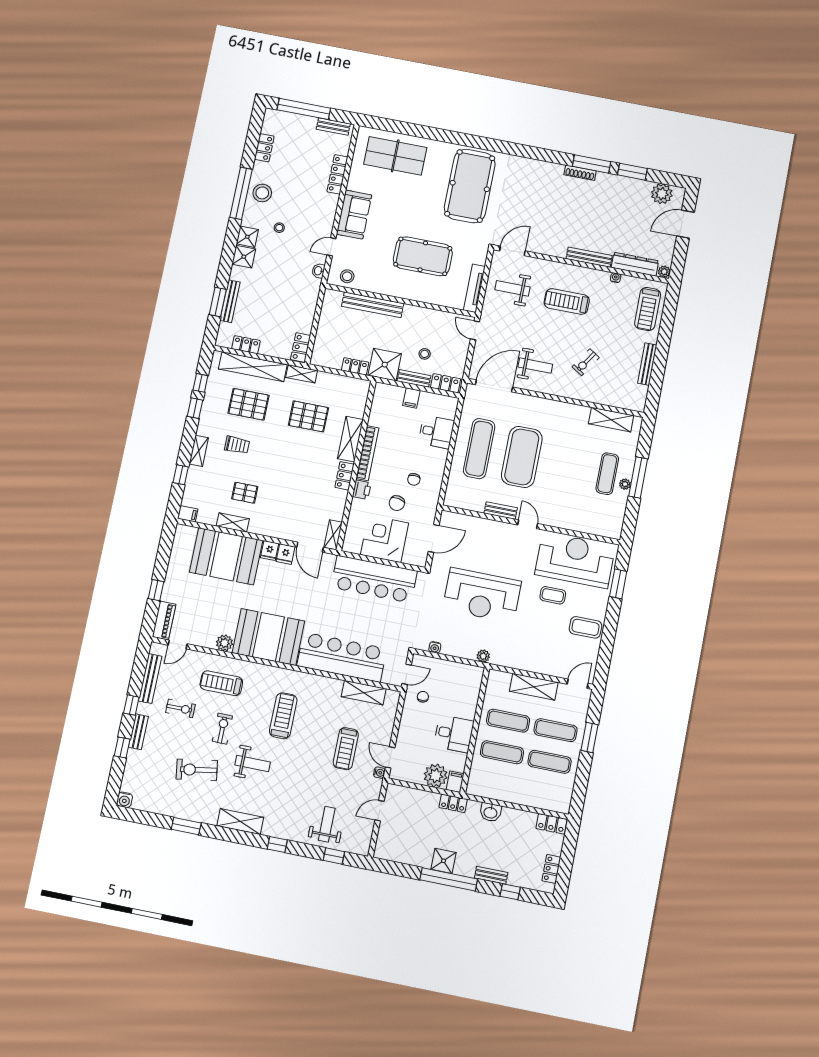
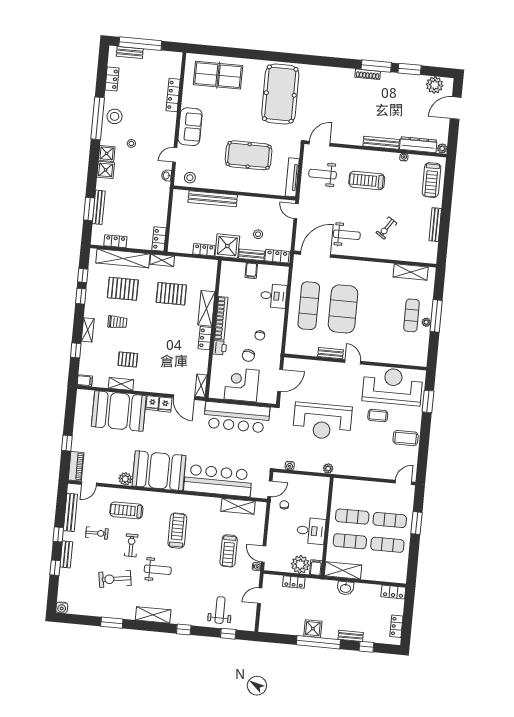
bench: (333, 127) -> (130, 53), moved
shelving: (534, 687) -> (343, 570), moved
locker: (453, 803) -> (294, 582), moved

